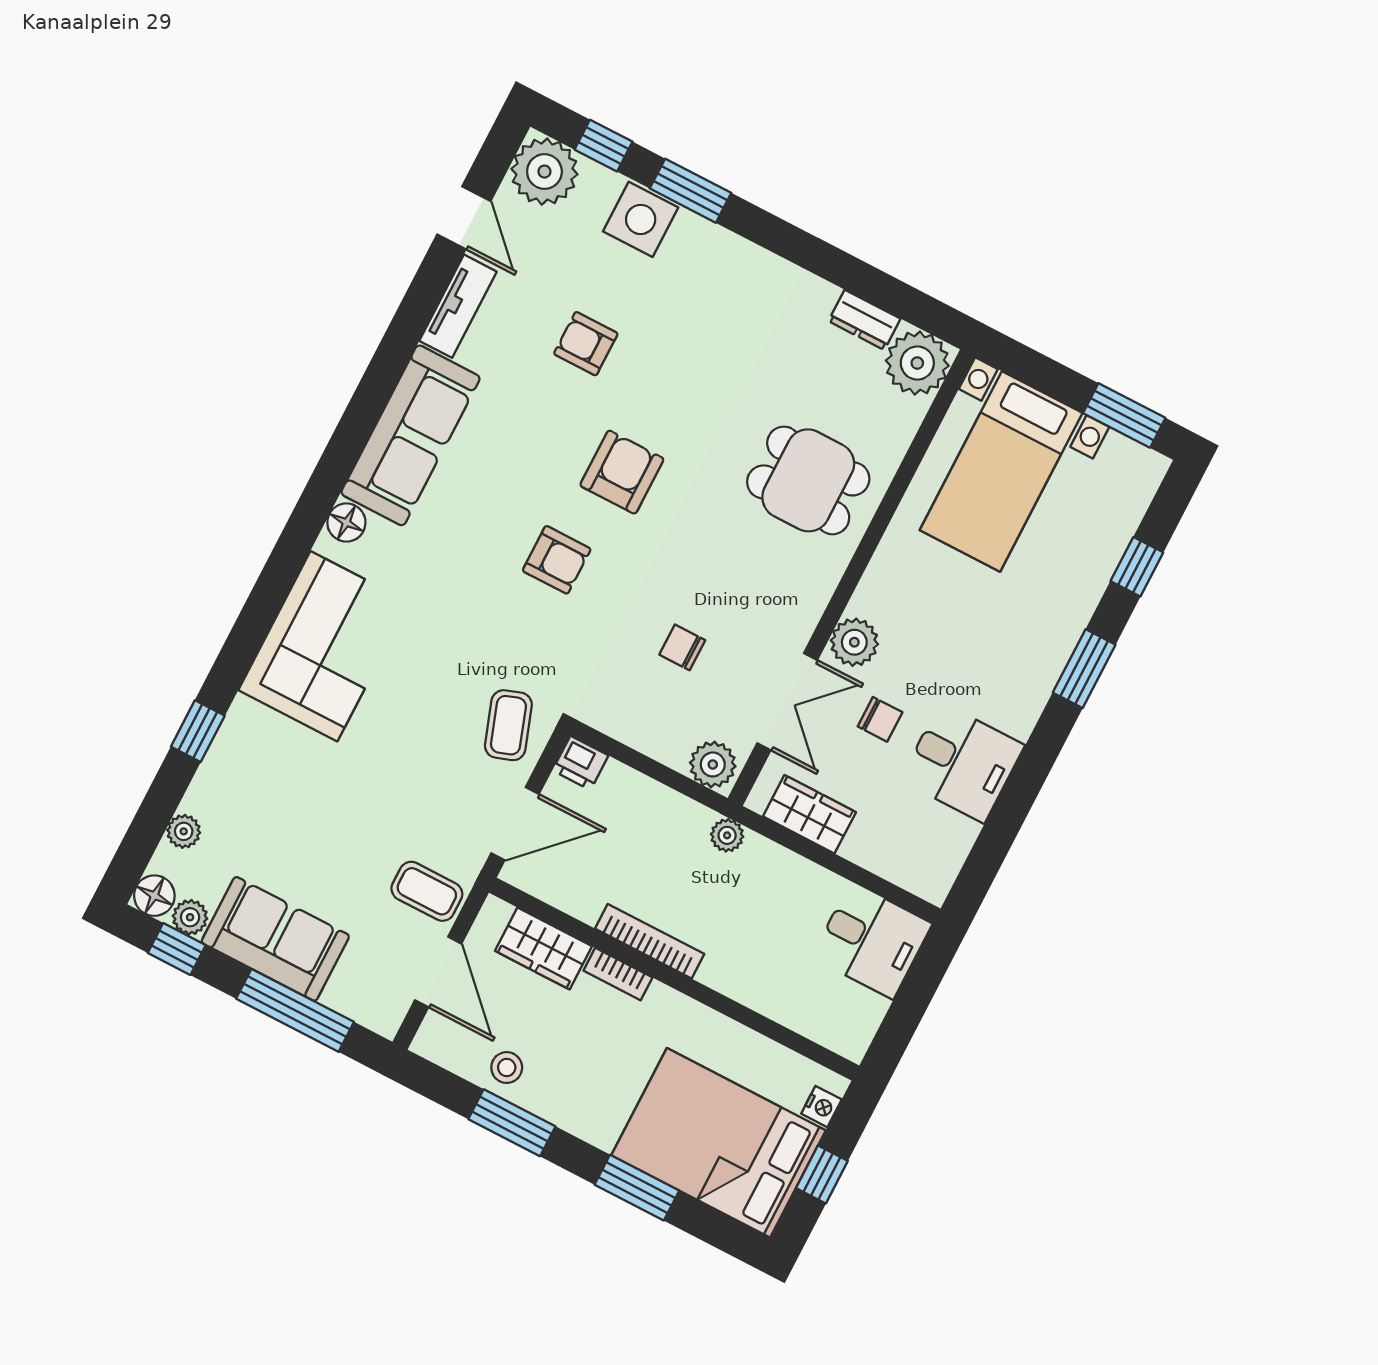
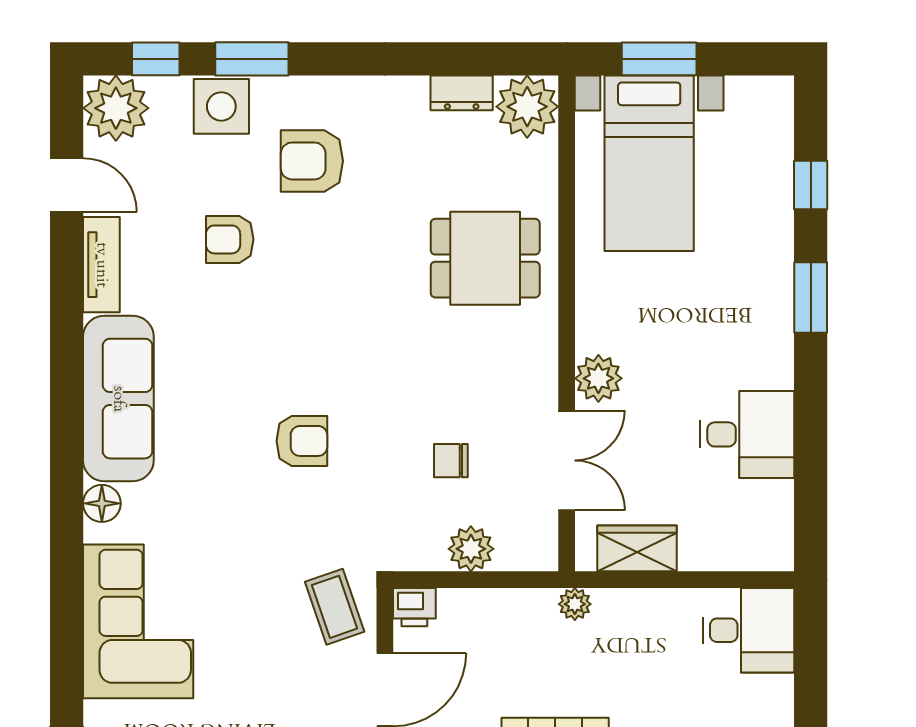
window: (1124, 415) -> (659, 59), moved
armchair: (622, 472) -> (312, 161), moved, turned -90
chair: (880, 719) -> (656, 434), removed
plant: (713, 764) -> (471, 549), moved

